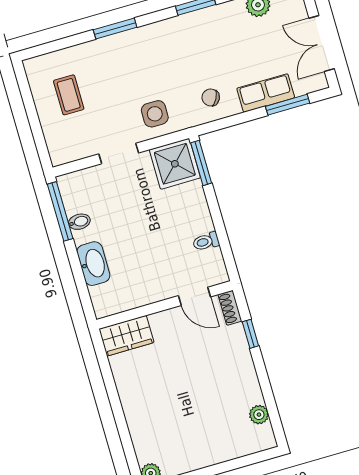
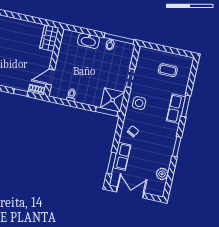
row of seats: (129, 43) -> (176, 109), added

